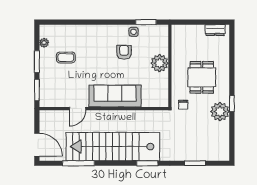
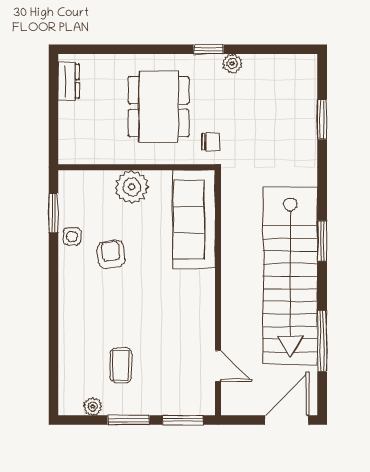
armchair: (124, 52) -> (111, 254), turned 83
dining table: (202, 77) -> (159, 107), width x1.38
sofa: (115, 96) -> (194, 220), moved
door: (78, 109) -> (218, 366), moved
plant: (220, 112) -> (232, 63), width x0.53, depth x0.53
window: (147, 163) -> (322, 241), moved

